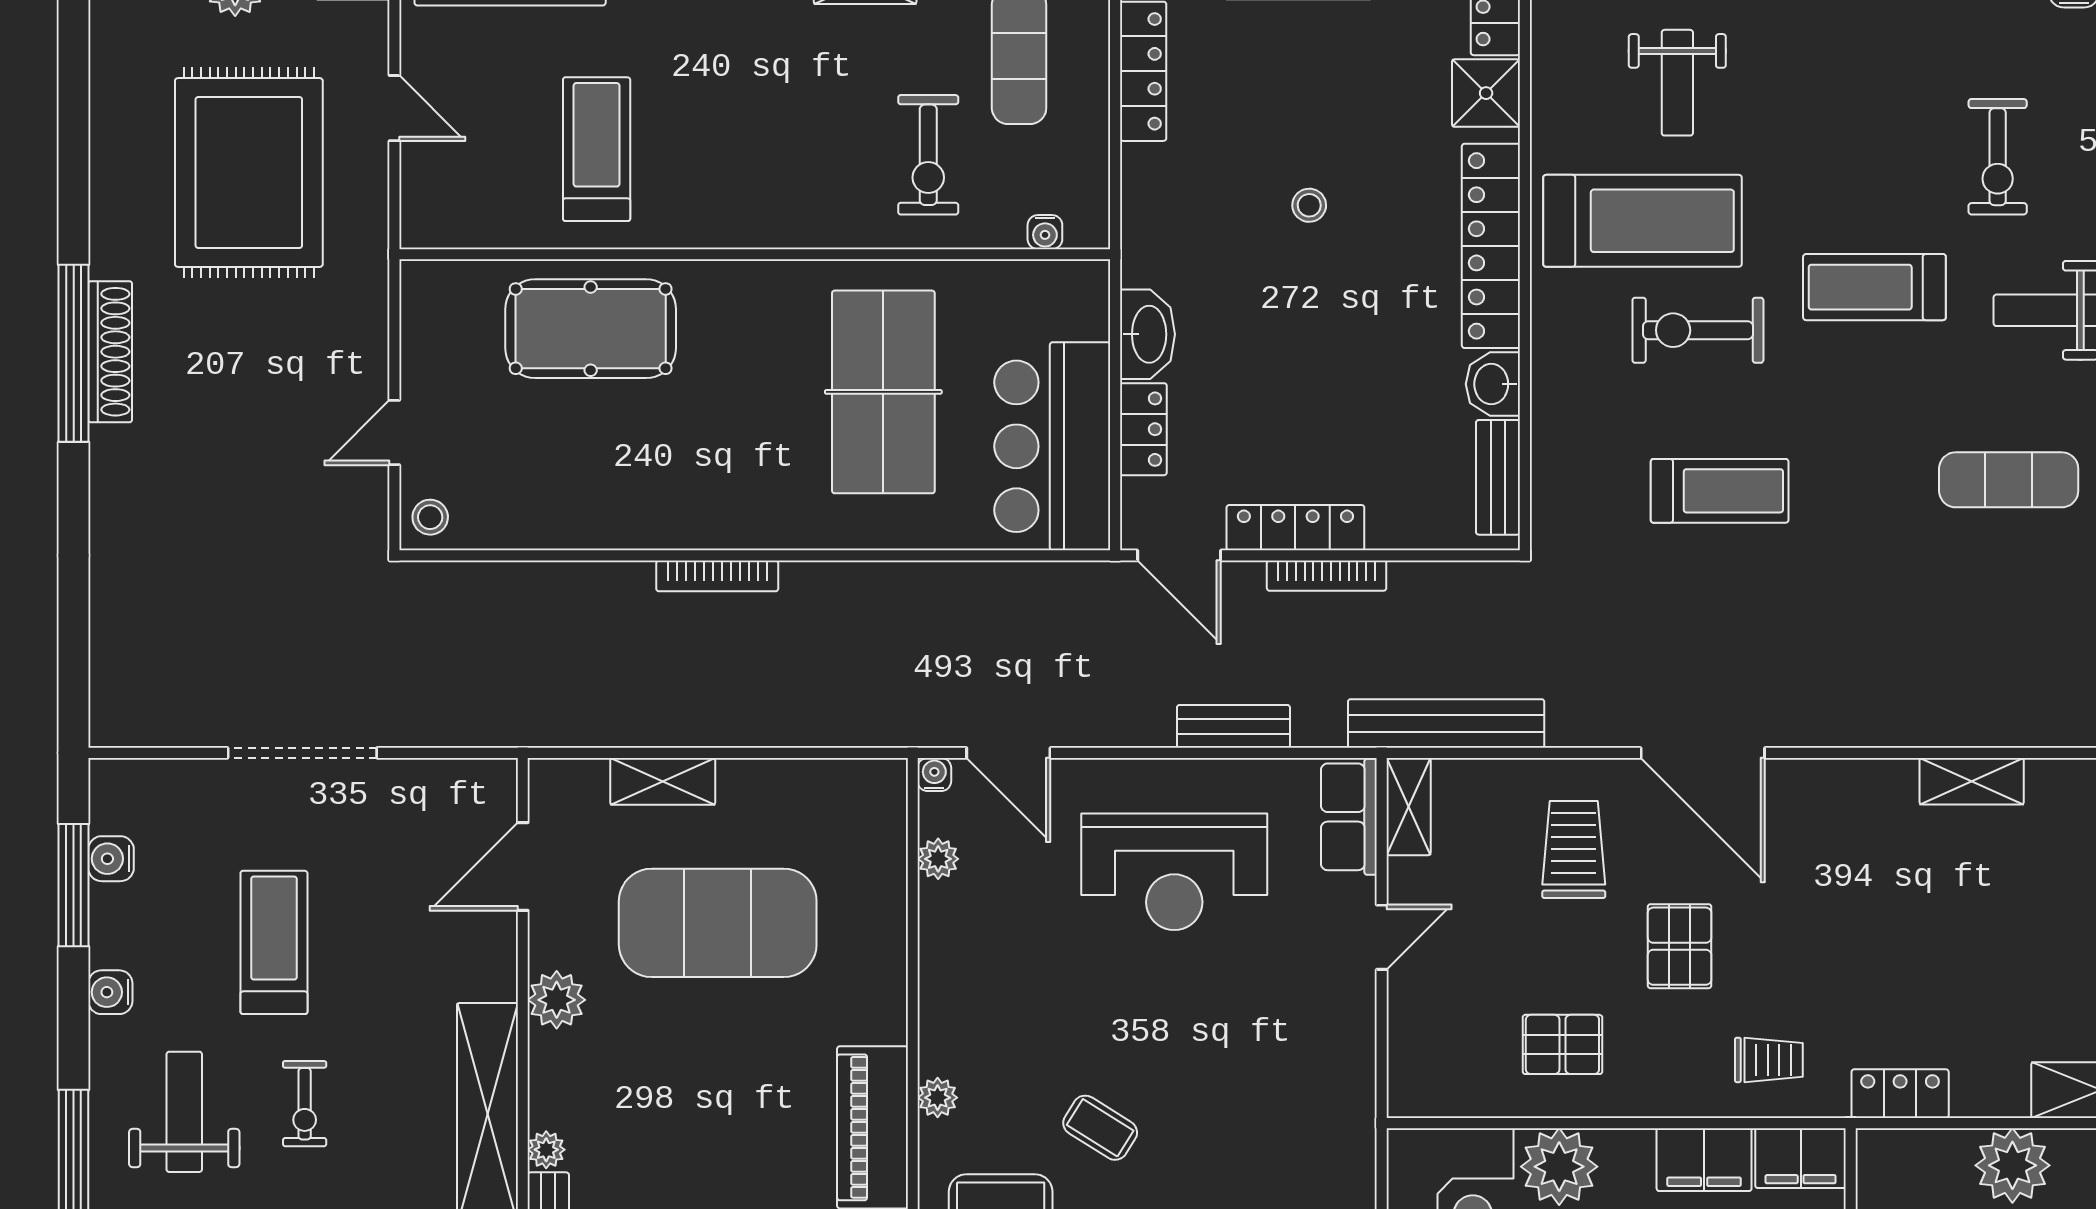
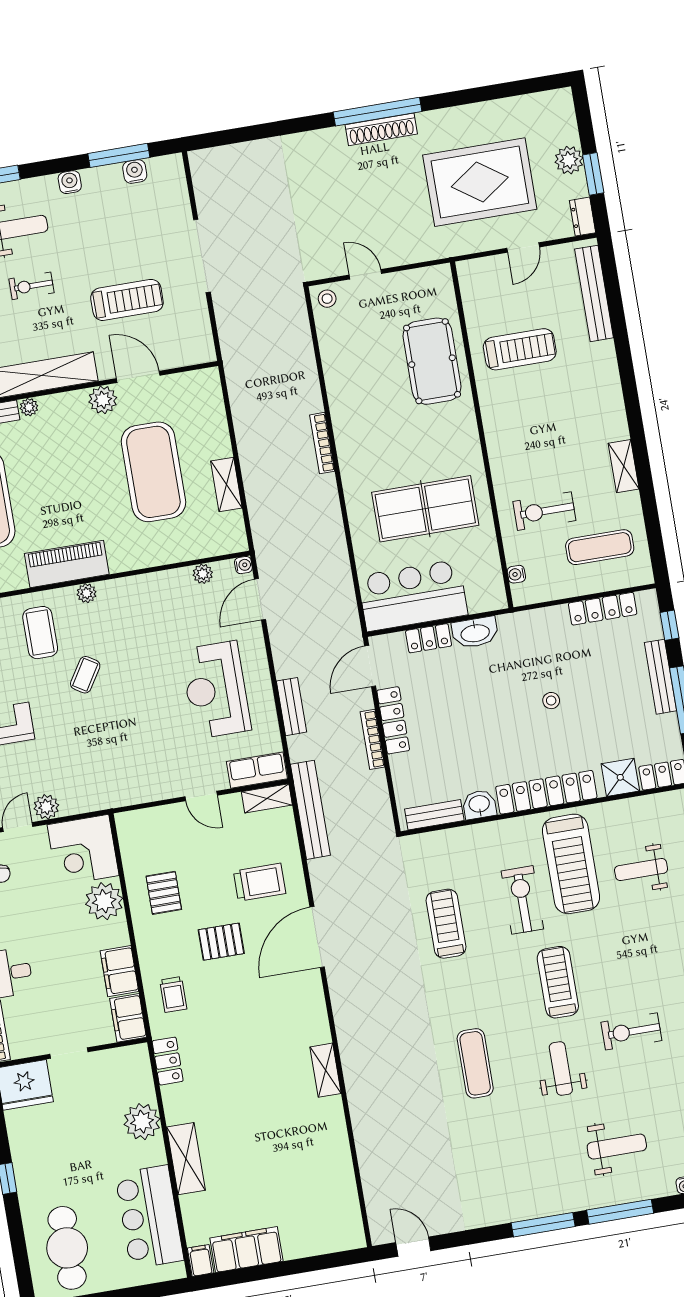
treadmill: (1720, 491) -> (446, 924), turned 180
shelving: (663, 781) -> (226, 485), moved
door: (523, 867) -> (138, 377), moved
treadmill: (274, 942) -> (127, 300), moved

